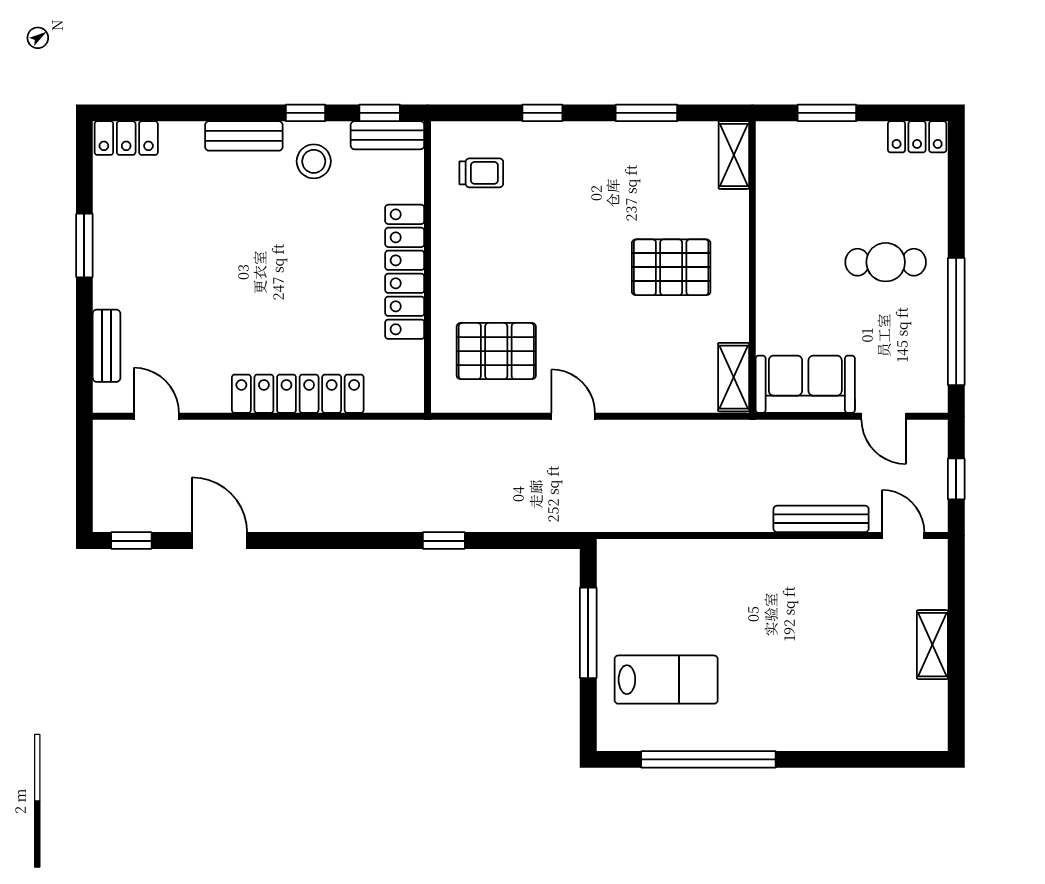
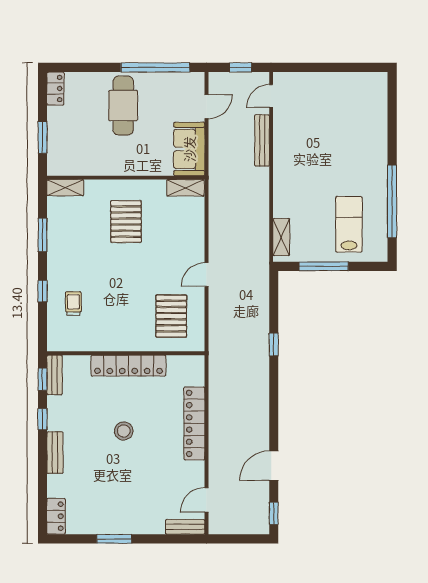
stool: (314, 161) -> (124, 431), moved
trolley: (481, 173) -> (73, 303), moved
cafe table: (886, 262) -> (123, 106), width x1.37, depth x1.35
bench: (107, 346) -> (185, 527), moved
shelving: (932, 645) -> (281, 237), moved, turned 90

